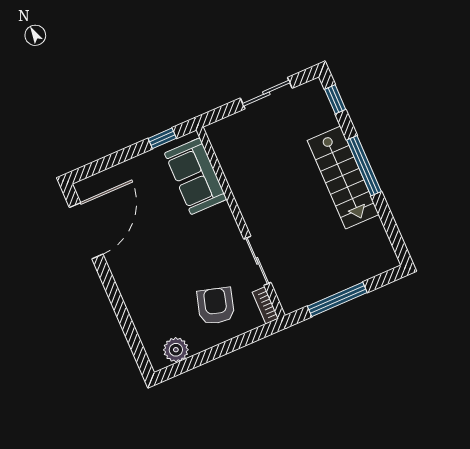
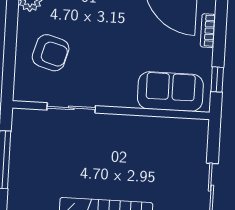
bookcase: (265, 305) -> (208, 31), moved, turned -90

